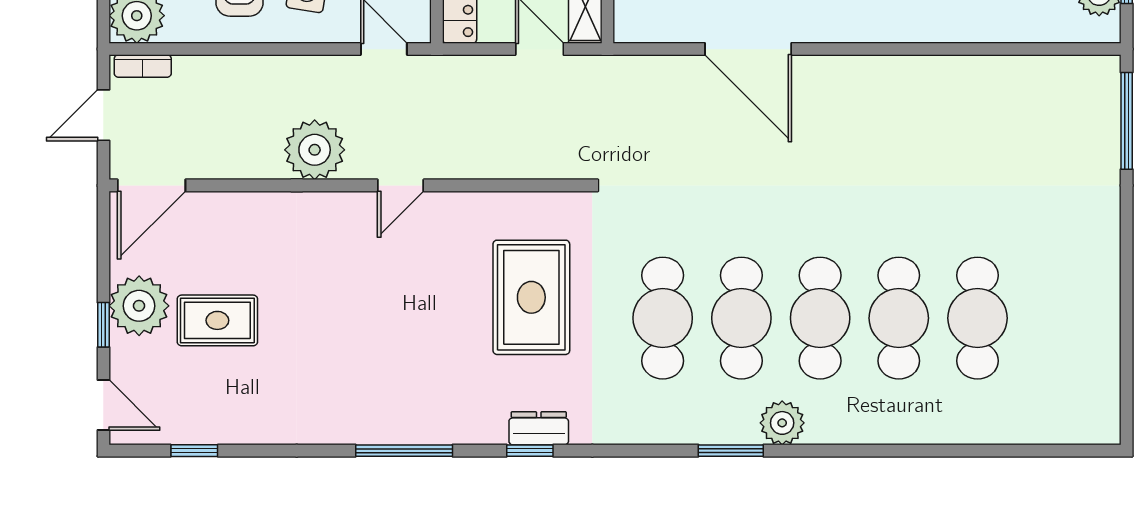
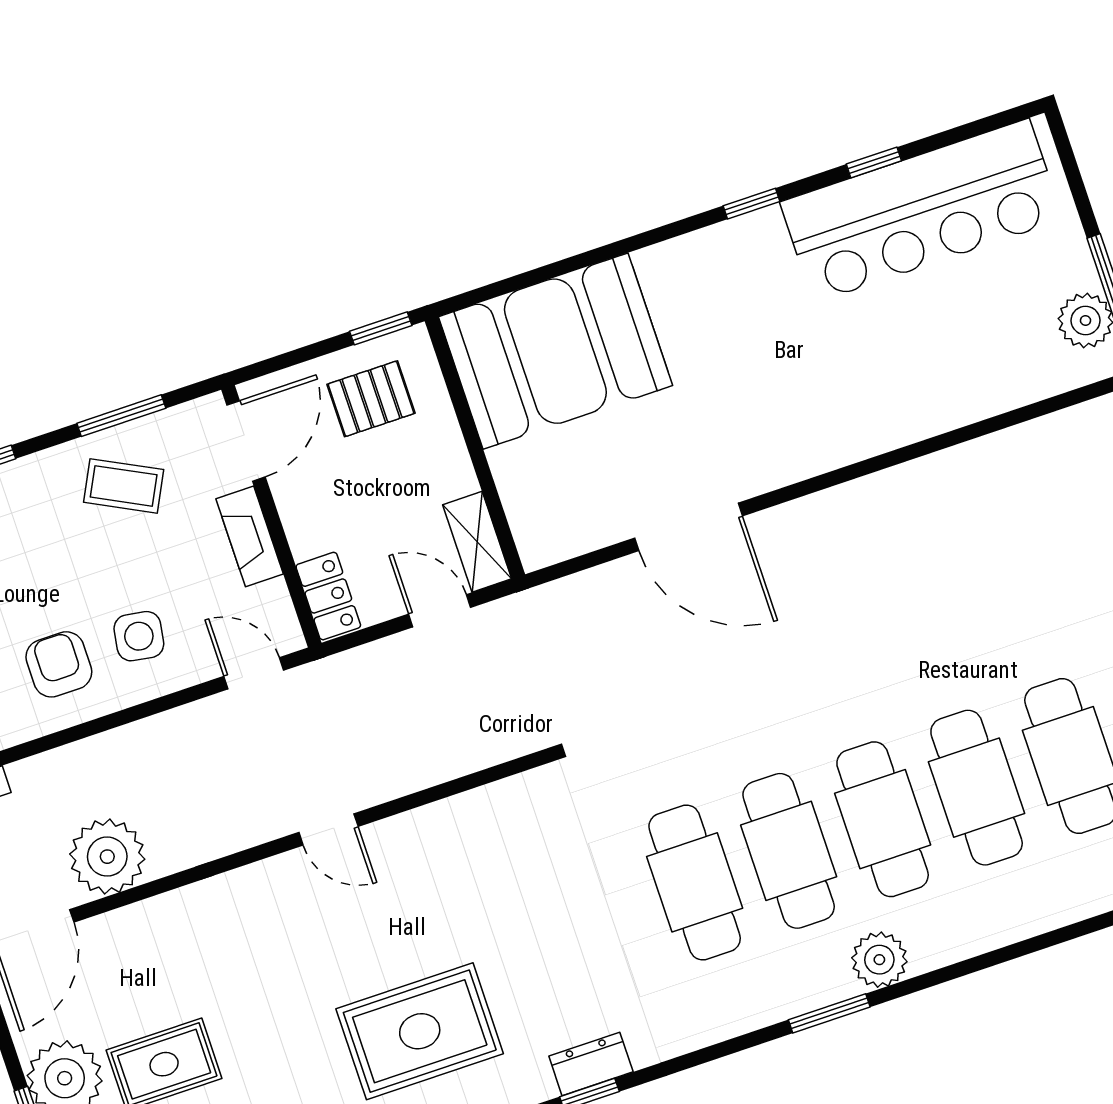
plant: (315, 150) -> (107, 857), moved
door: (401, 185) -> (328, 829), hinge flipped
rug: (531, 297) -> (420, 1031), moved, turned 90

